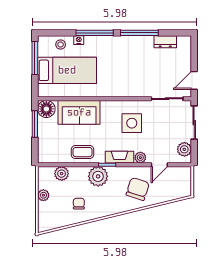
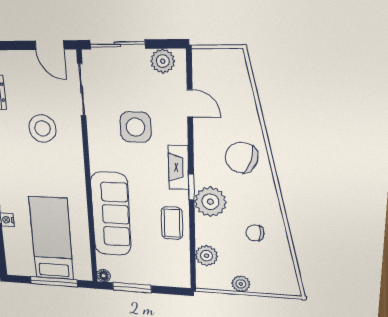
stool: (61, 45) -> (42, 128), moved, width x1.89, depth x1.89
window: (35, 58) -> (54, 282), moved
floor lamp: (46, 109) -> (104, 276), width x0.53, depth x0.53
sofa: (79, 112) -> (111, 214), width x1.36
side table: (132, 123) -> (135, 127), moved
plant: (140, 158) -> (178, 134), removed
chair: (138, 189) -> (242, 157), moved

